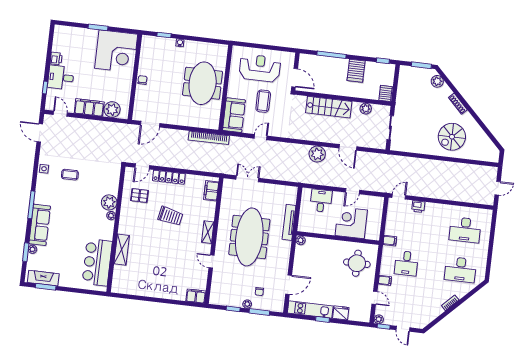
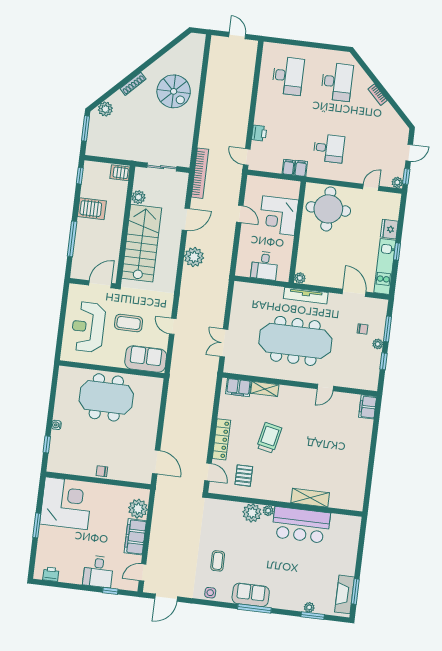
printer: (56, 59) -> (51, 574), moved
stairs: (329, 107) -> (142, 243), width x1.36, depth x1.51
bookcase: (209, 138) -> (200, 173), moved
desk: (321, 201) -> (265, 266), moved, turned -90
tv unit: (289, 222) -> (306, 296), moved
sofa: (40, 225) -> (251, 595), moved, width x0.73
shelving: (208, 232) -> (265, 389), moved
bar counter: (97, 262) -> (301, 525), moved
round table: (357, 263) -> (328, 209), width x1.36, depth x1.36
filing cabinet: (385, 280) -> (288, 167), moved

